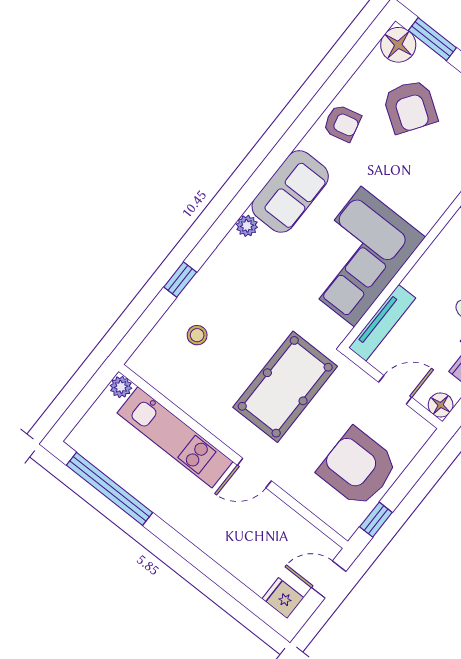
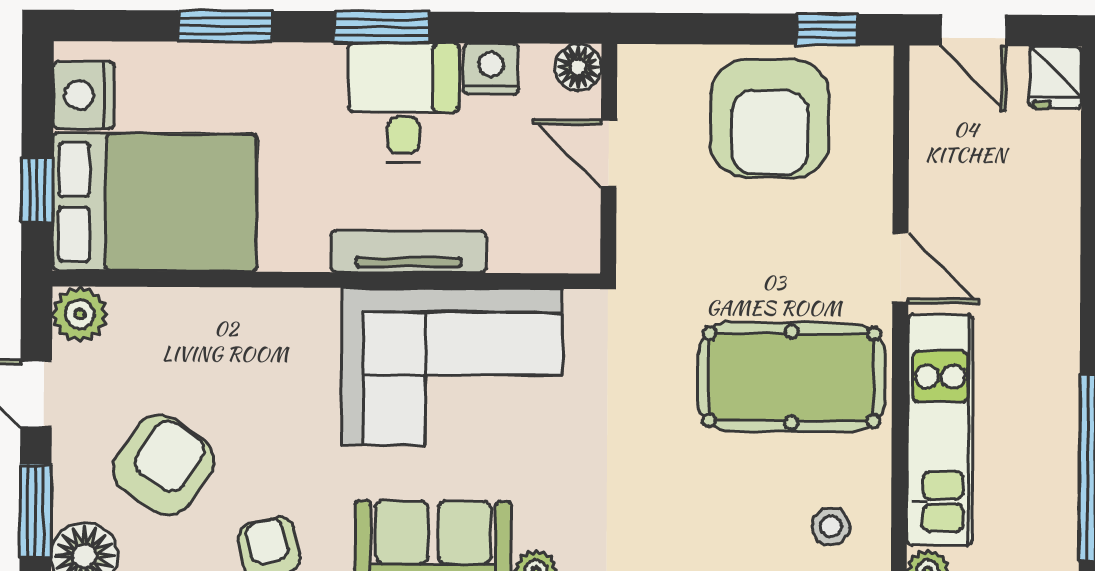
tv unit: (382, 323) -> (409, 252), moved
stool: (197, 335) -> (831, 526), moved
pool table: (285, 387) -> (792, 377), moved

